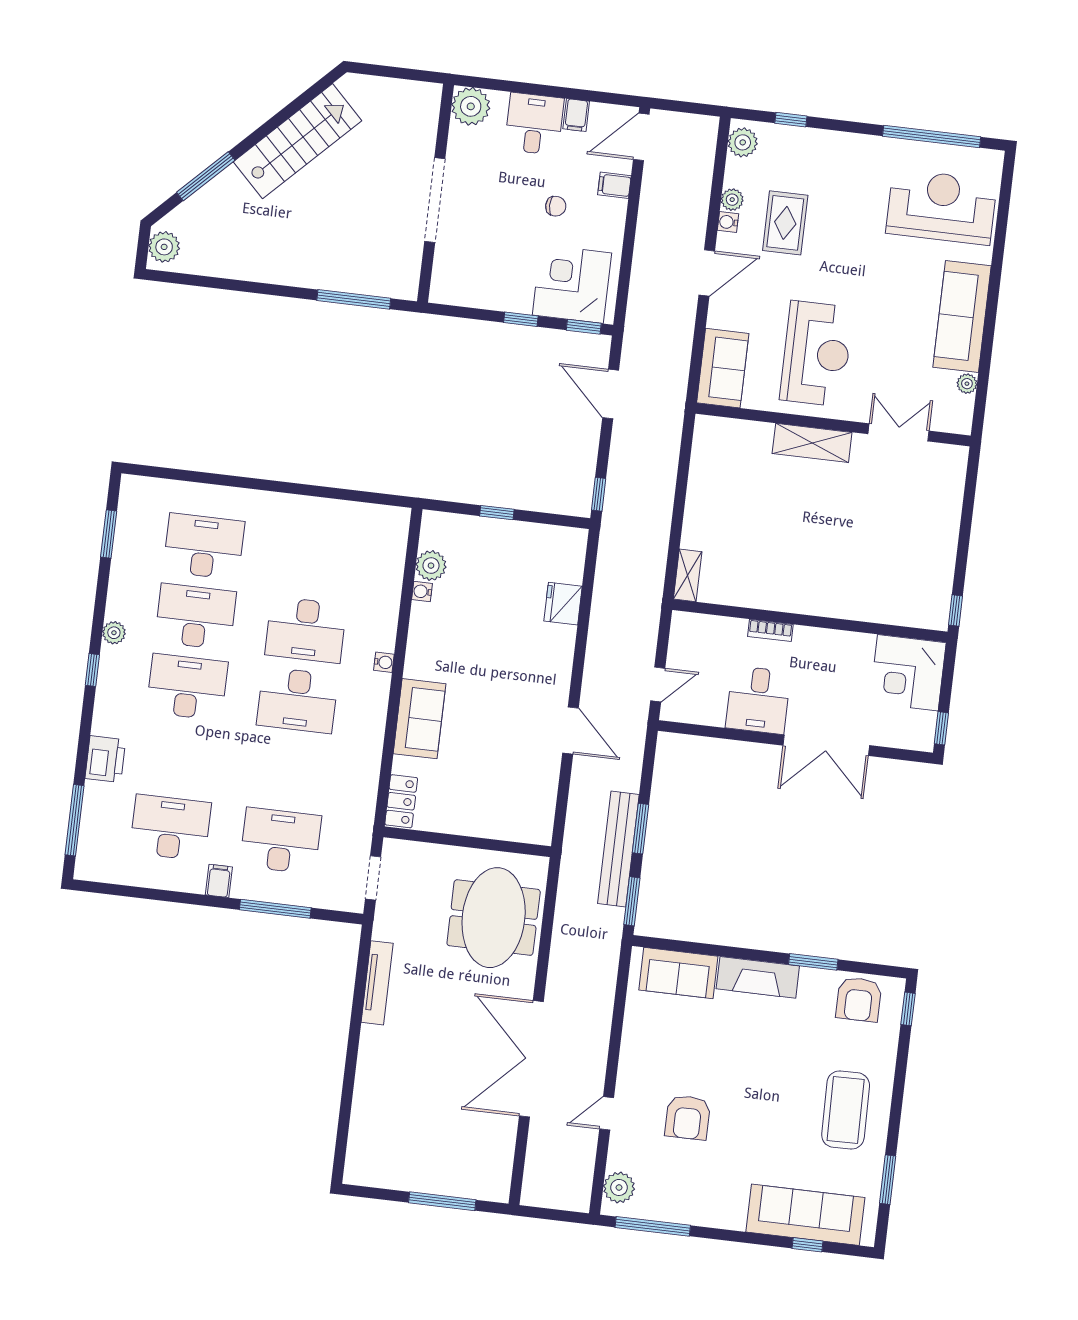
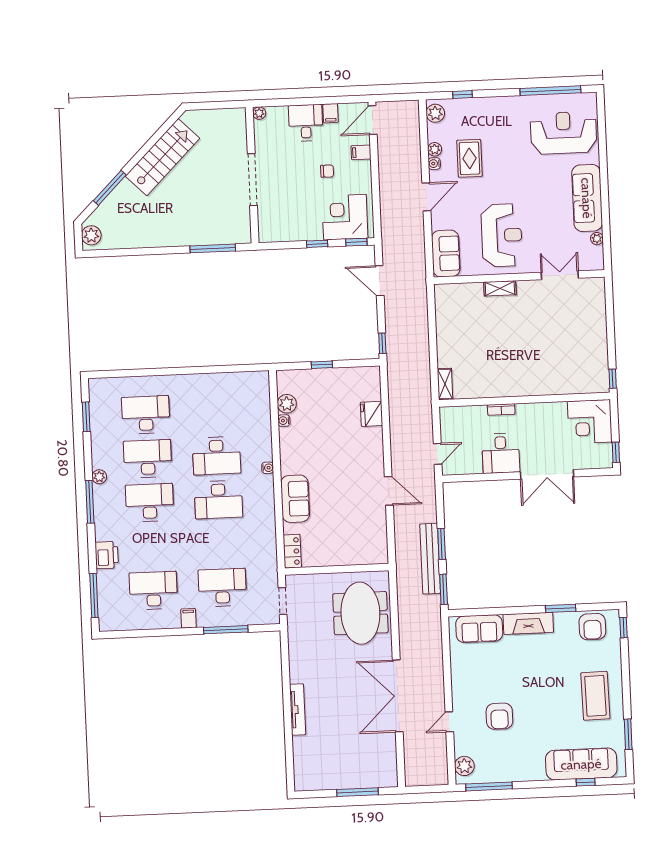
plant: (471, 106) -> (259, 113), width x0.53, depth x0.53
shelving: (812, 443) -> (500, 288), width x0.67, depth x0.75
window: (92, 670) -> (90, 502), width x2.17
tv unit: (377, 983) -> (298, 709), moved

